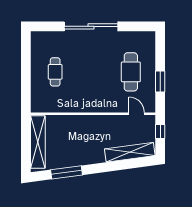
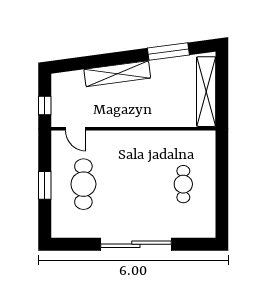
window: (160, 82) -> (45, 185), moved
shelving: (130, 152) -> (117, 74), moved

